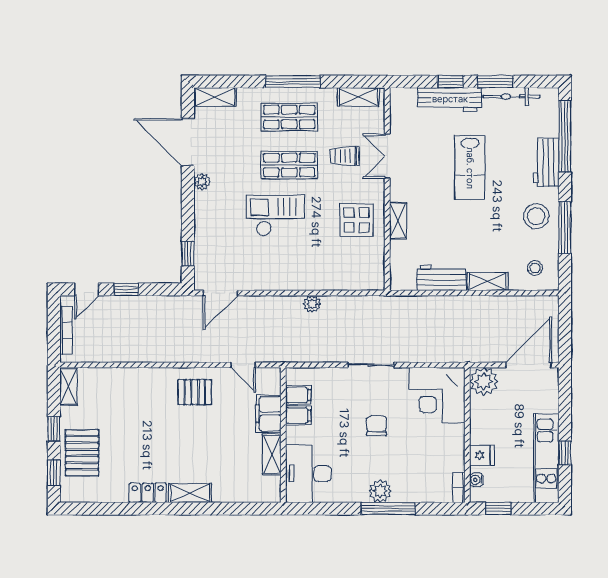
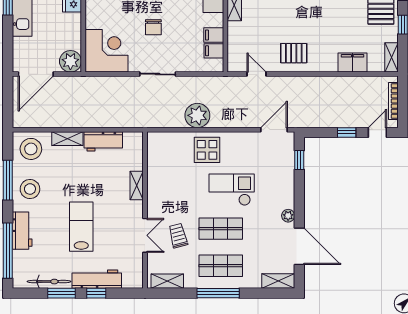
trolley: (345, 156) -> (178, 236), turned -104
checkout: (275, 215) -> (232, 190), turned 180
display table: (357, 220) -> (207, 150), moved
stool: (535, 268) -> (31, 149), width x1.89, depth x1.89
plant: (312, 304) -> (197, 115), width x1.87, depth x1.87
filing cabinet: (268, 414) -> (352, 63), moved, turned -90

